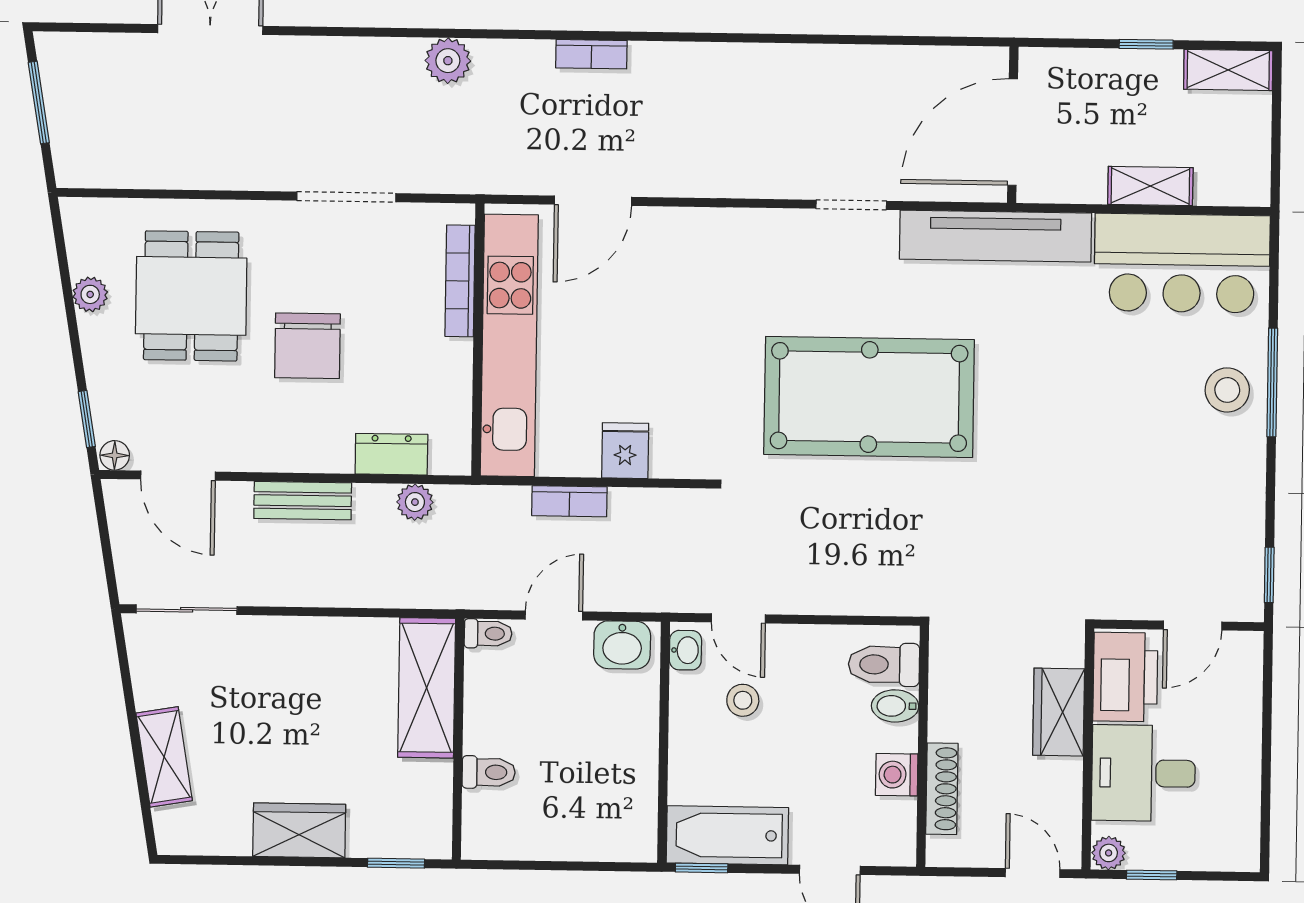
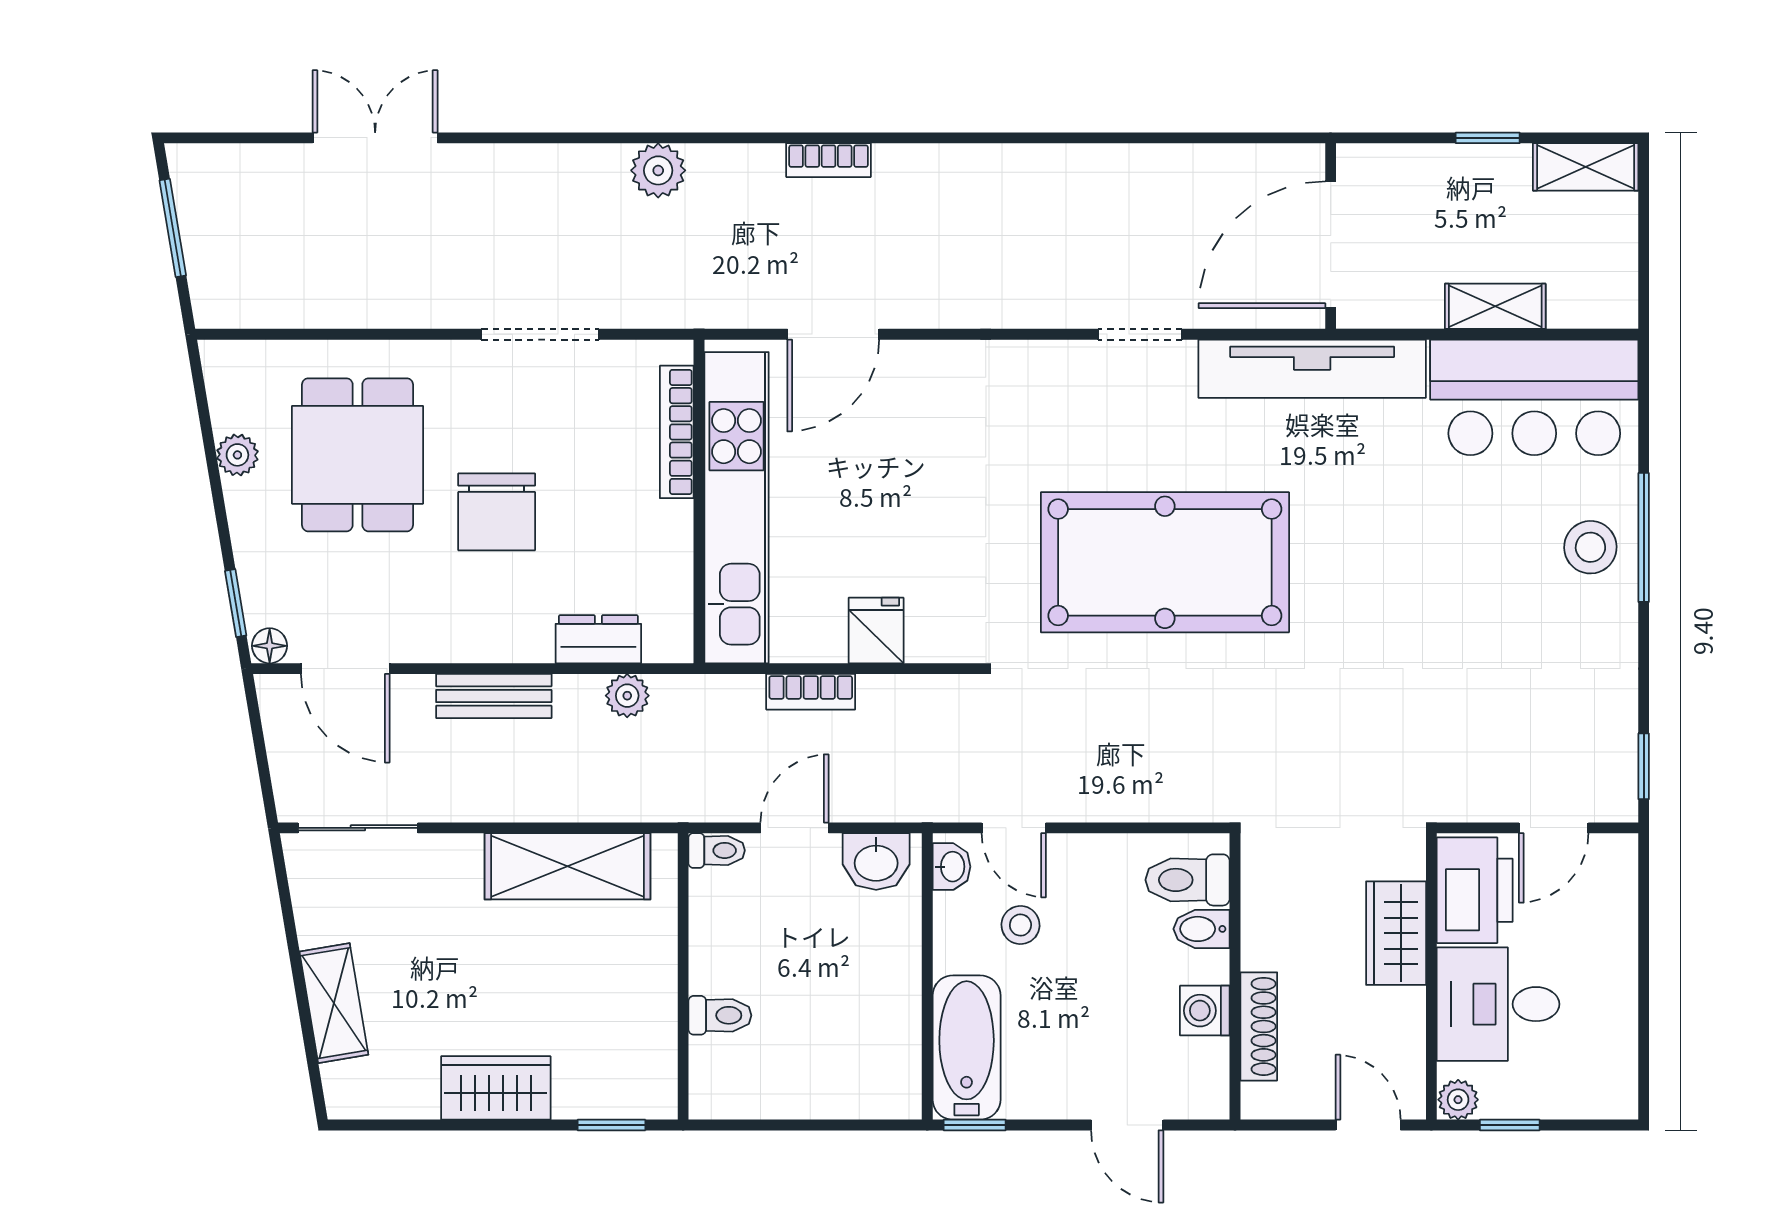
shelving: (427, 688) -> (567, 866), moved, turned 90
bathtub: (727, 835) -> (967, 1048), moved, turned 90

